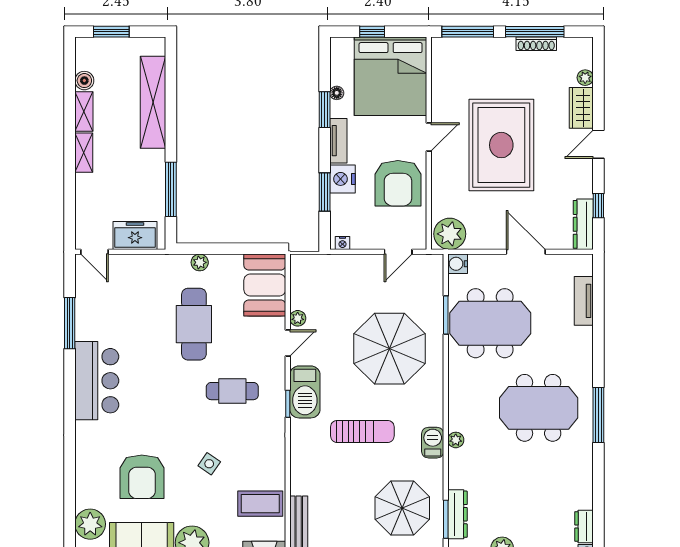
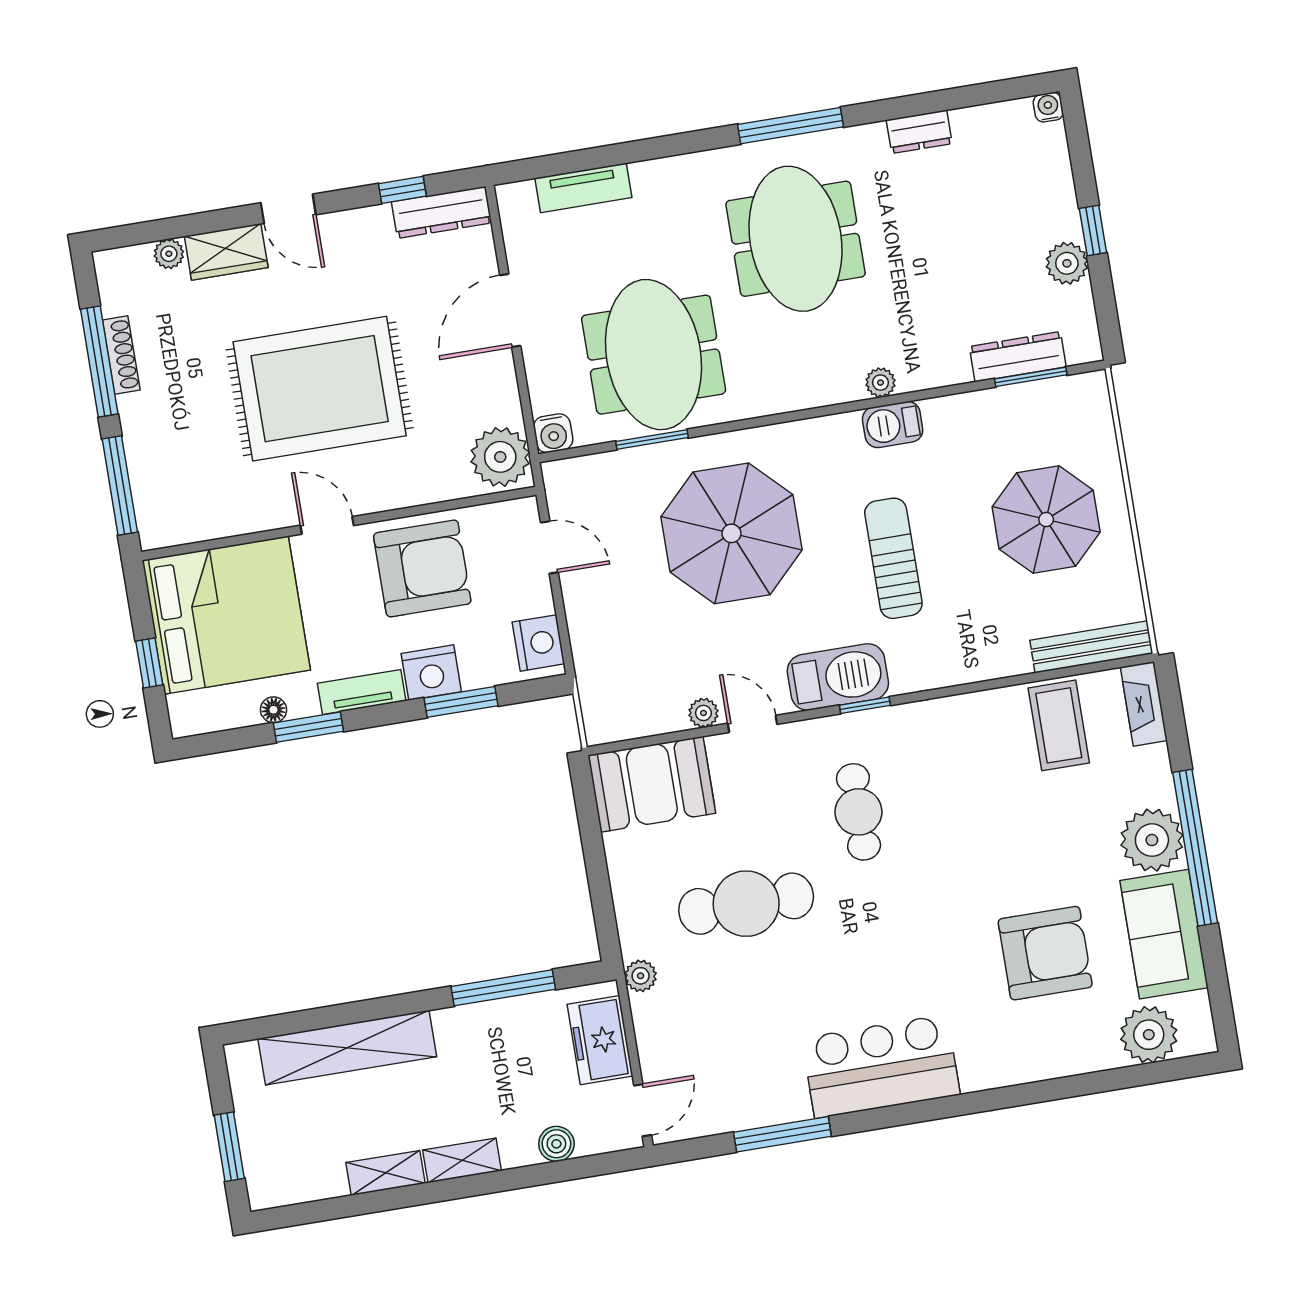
boiler: (84, 81) -> (556, 1144), moved
nightstand: (343, 243) -> (538, 643), width x1.89, depth x1.79
plant: (200, 262) -> (641, 976), moved
side table: (209, 464) -> (1000, 832), removed
parasol: (402, 508) -> (1046, 520), moved
dresser: (584, 526) -> (919, 132), moved

